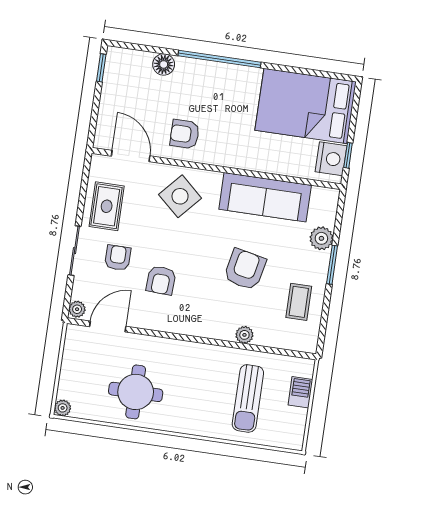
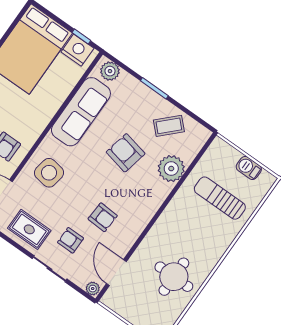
side table: (180, 196) -> (49, 173), turned -33
plant: (321, 238) -> (110, 71), moved
coffee table: (299, 302) -> (169, 126), turned -45
plant: (244, 335) -> (171, 169), width x1.88, depth x1.88
barbecue: (300, 392) -> (249, 168), moved
sun lounger: (248, 398) -> (220, 198), turned 180

